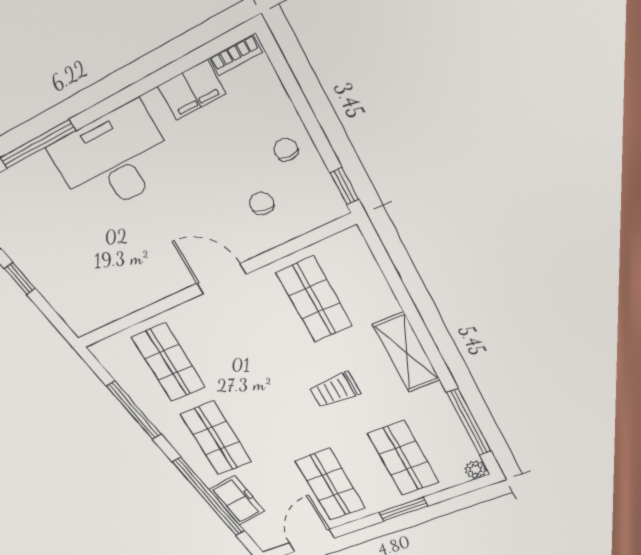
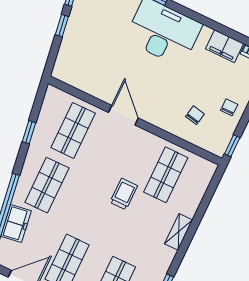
door: (221, 279) -> (123, 115), moved
shelving: (406, 352) -> (179, 232), width x0.67, depth x0.75
trolley: (335, 390) -> (124, 194), moved, turned 90
window: (134, 410) -> (29, 132), width x0.46

